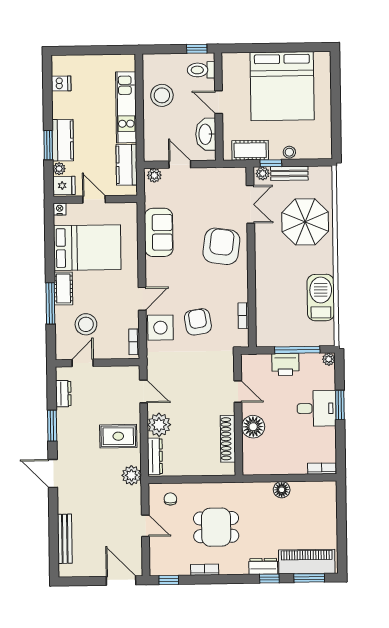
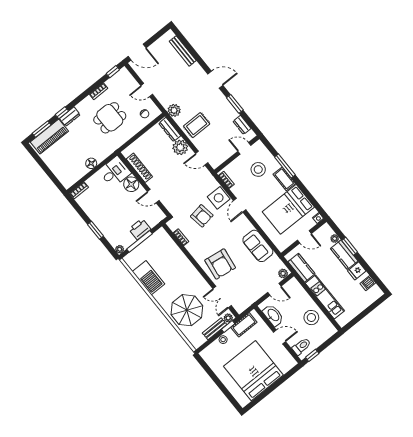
fridge: (64, 185) -> (357, 271), moved
door: (83, 363) -> (244, 148), swing flipped
desk: (317, 408) -> (115, 172), moved, turned 180

